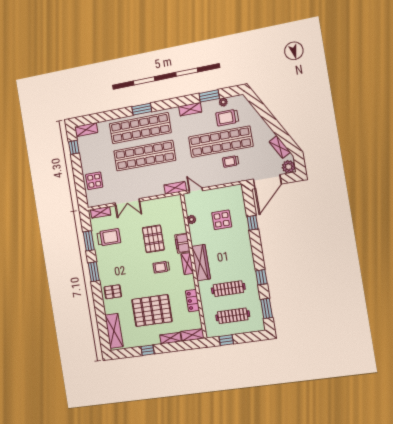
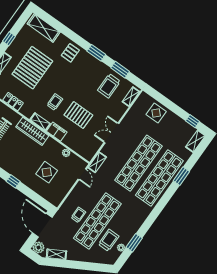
window: (142, 109) -> (181, 176), moved
shelving: (190, 109) -> (138, 222), removed
door: (196, 190) -> (82, 174), hinge flipped
double door: (127, 202) -> (111, 133), moved
window: (253, 223) -> (13, 181), moved

